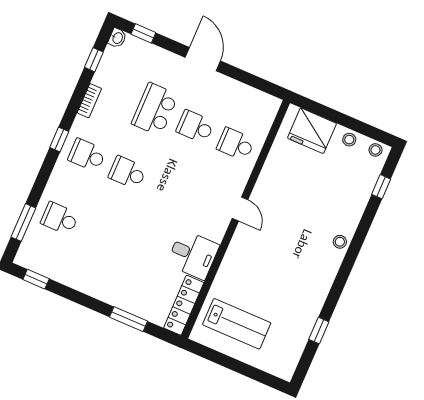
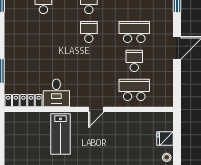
fridge: (312, 131) -> (165, 139), width x0.53, depth x0.75
school desk: (236, 144) -> (134, 90), width x1.85
lab bench: (237, 324) -> (60, 134), moved

